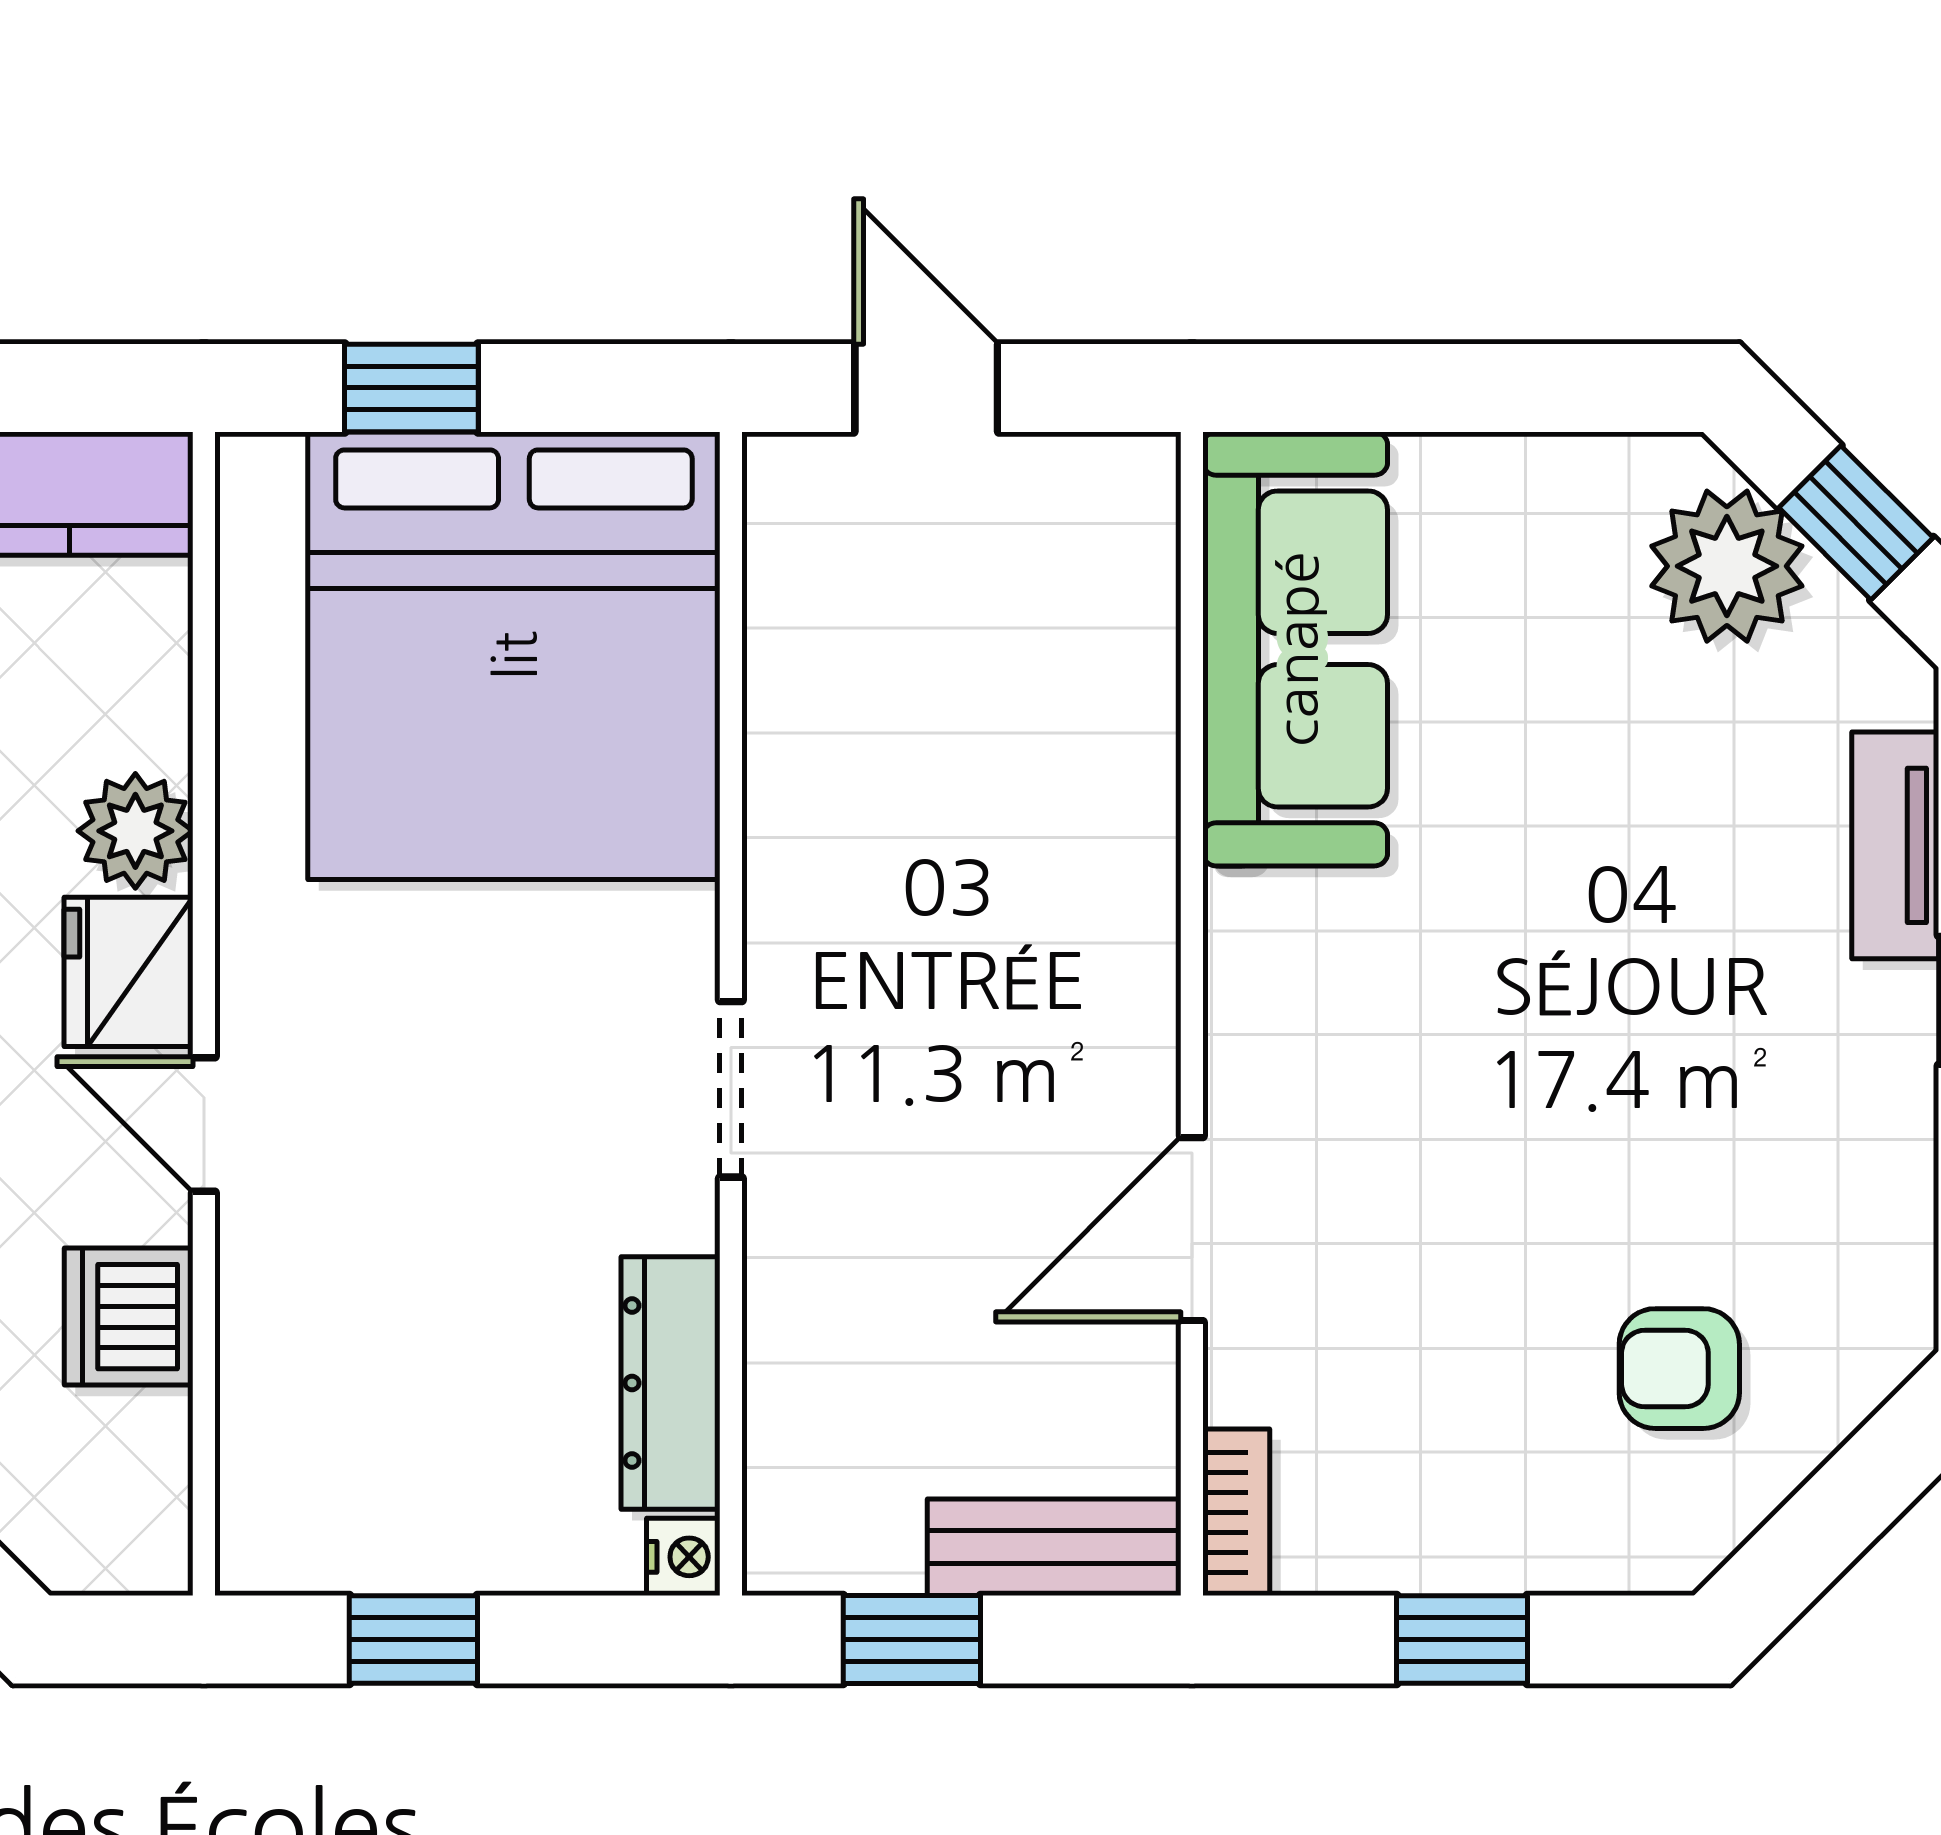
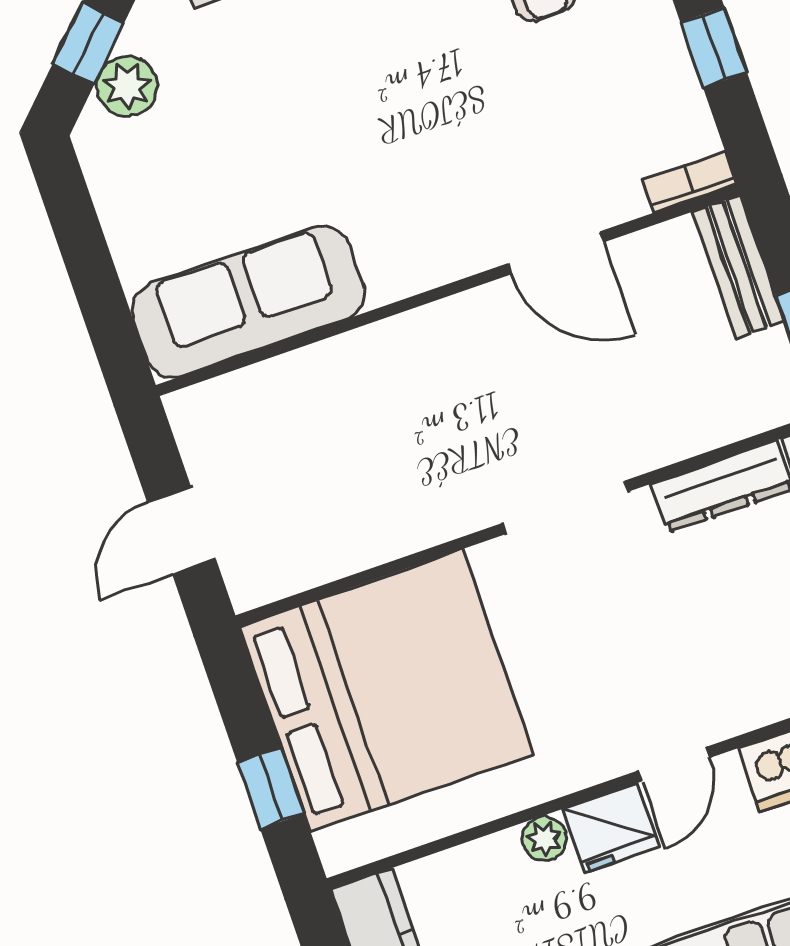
plant: (1727, 566) -> (127, 86), width x0.73, depth x0.73
plant: (135, 831) -> (544, 838), width x0.73, depth x0.73
doorway: (731, 1089) -> (565, 507), width x1.38

